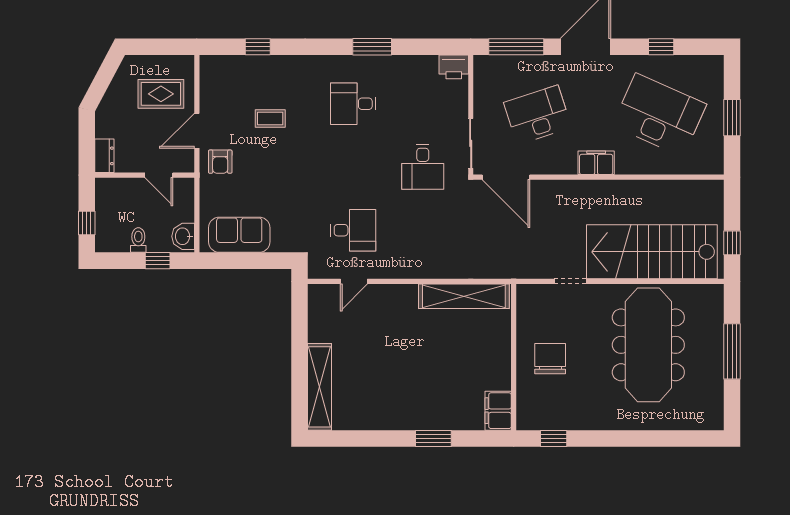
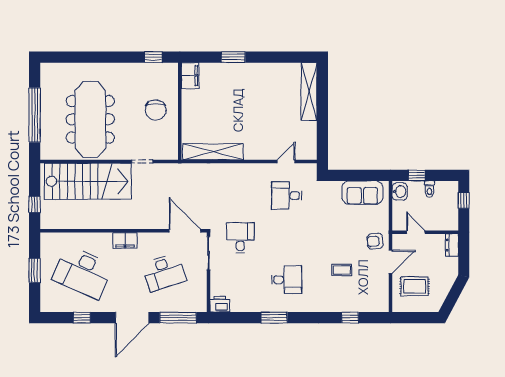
armchair: (220, 162) -> (375, 241), turned -96
window: (732, 243) -> (35, 204), moved
window: (732, 351) -> (35, 115), width x1.46

